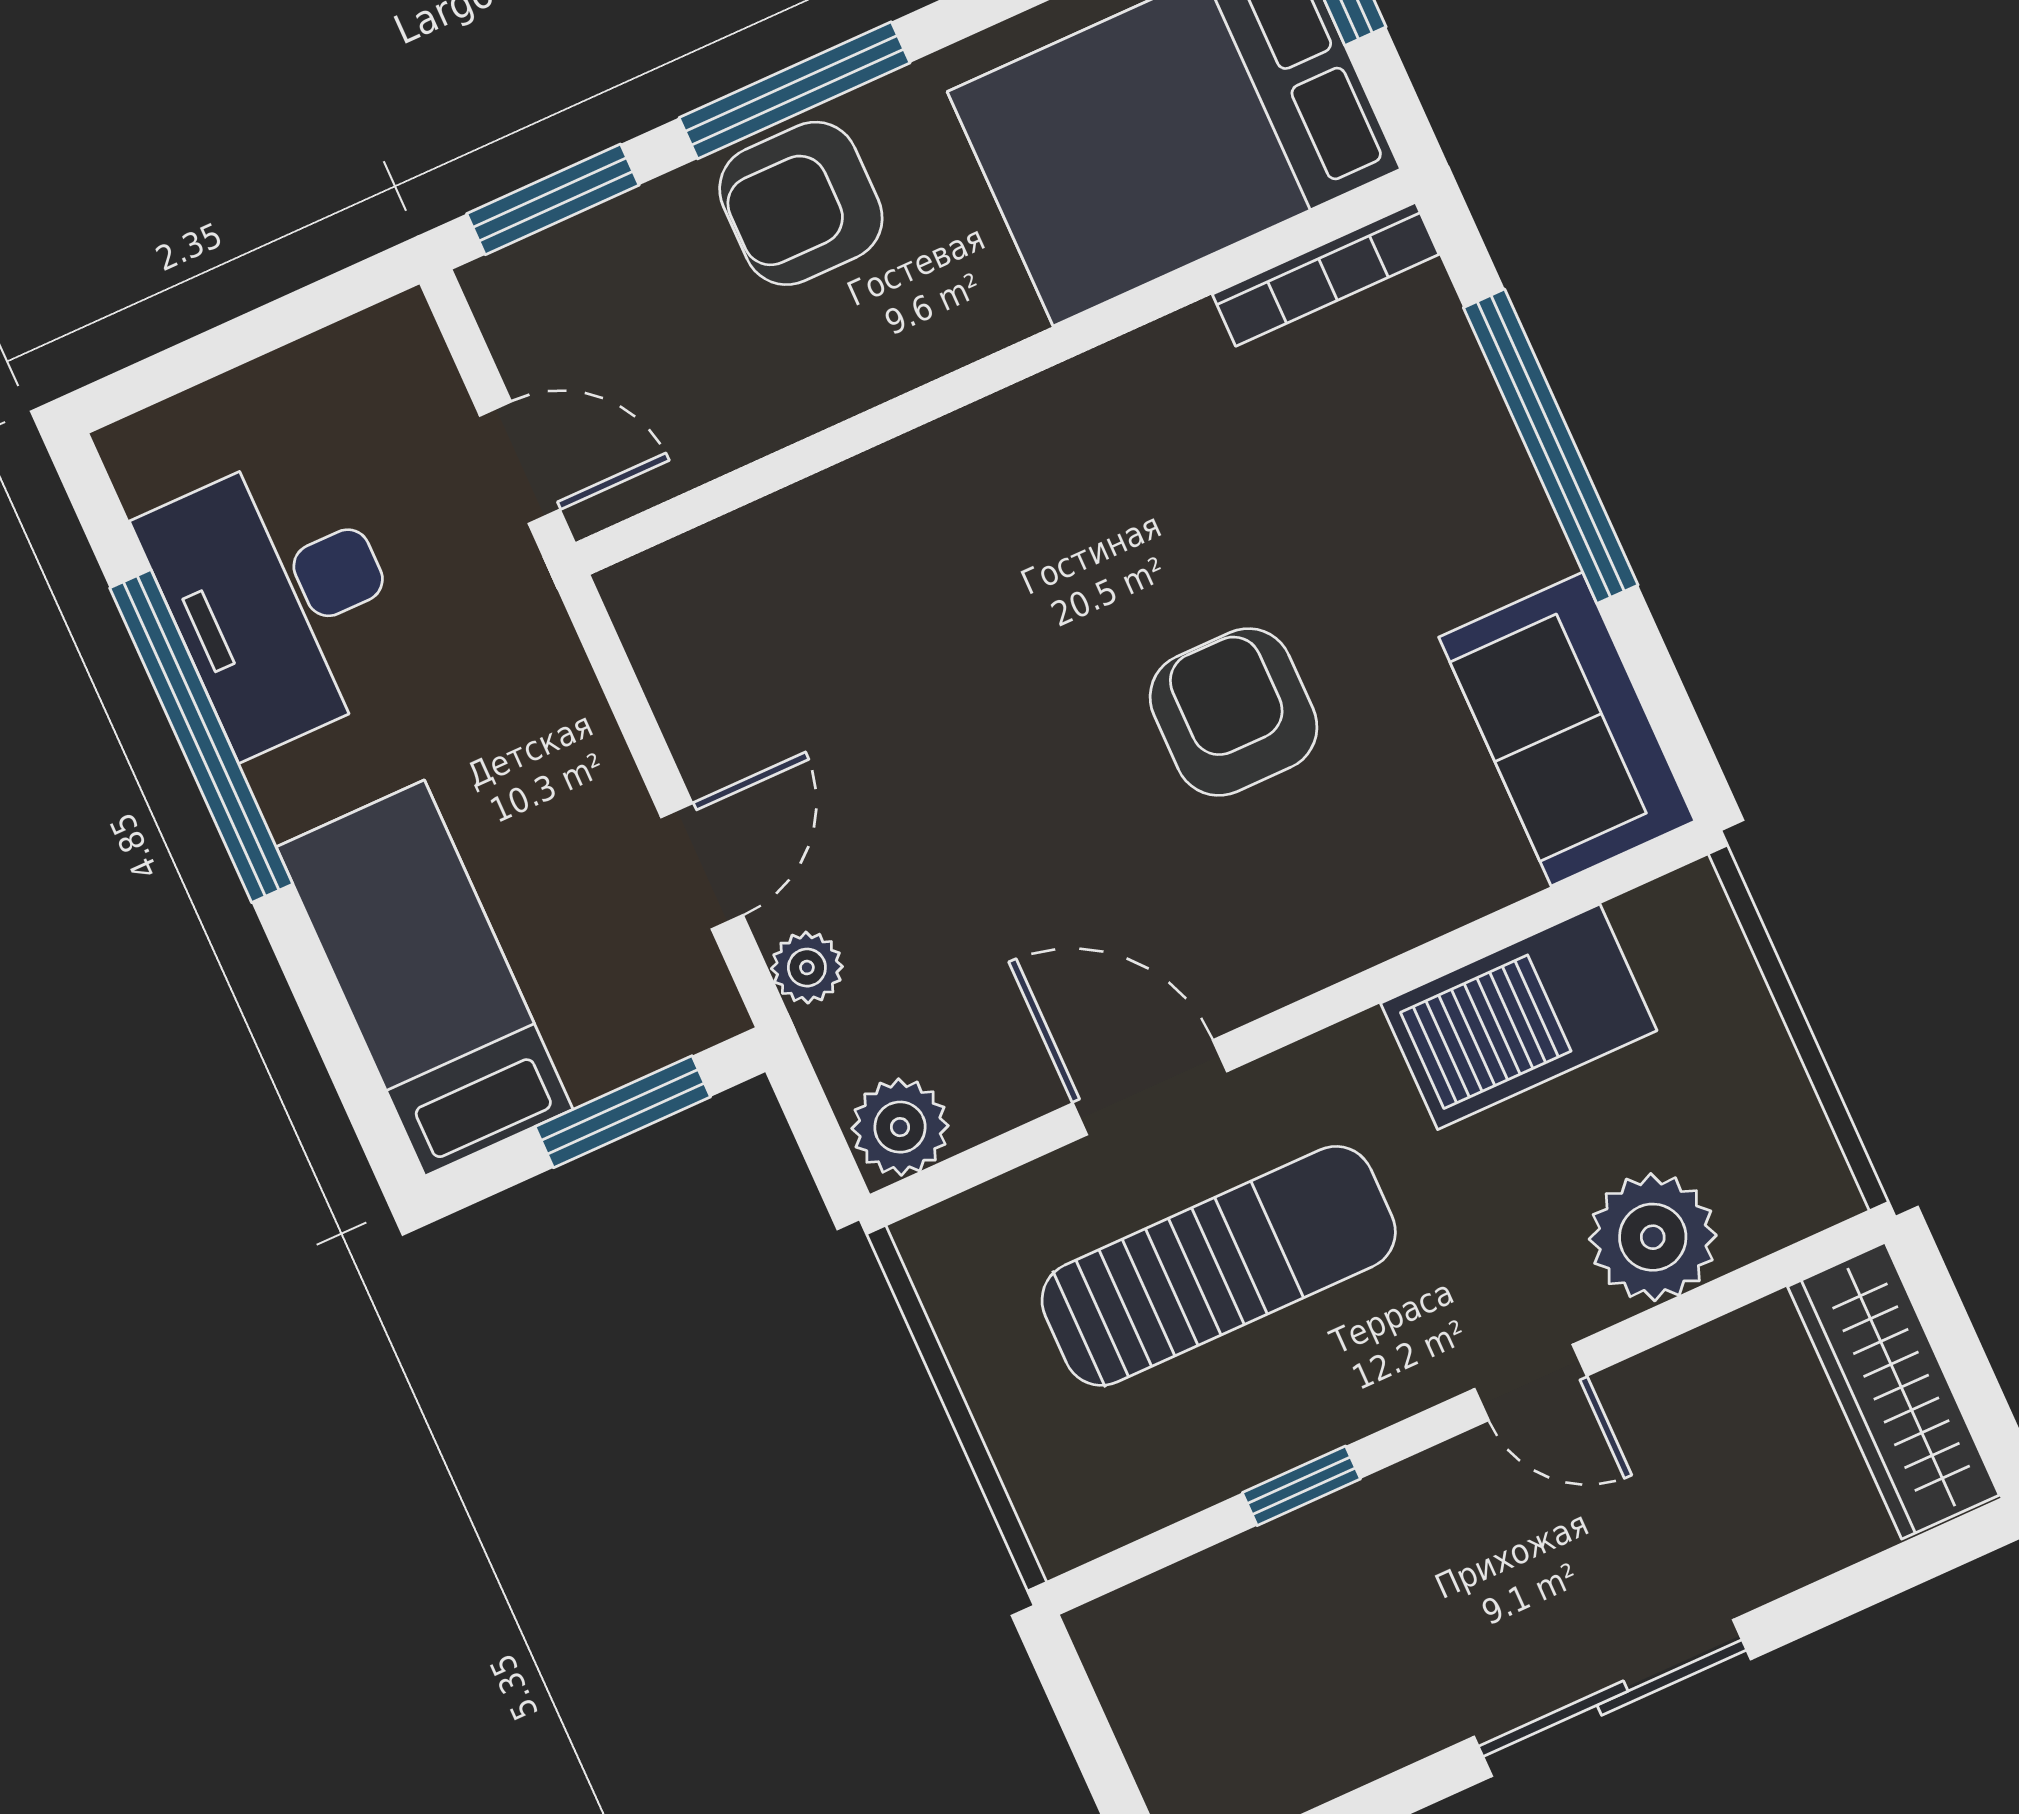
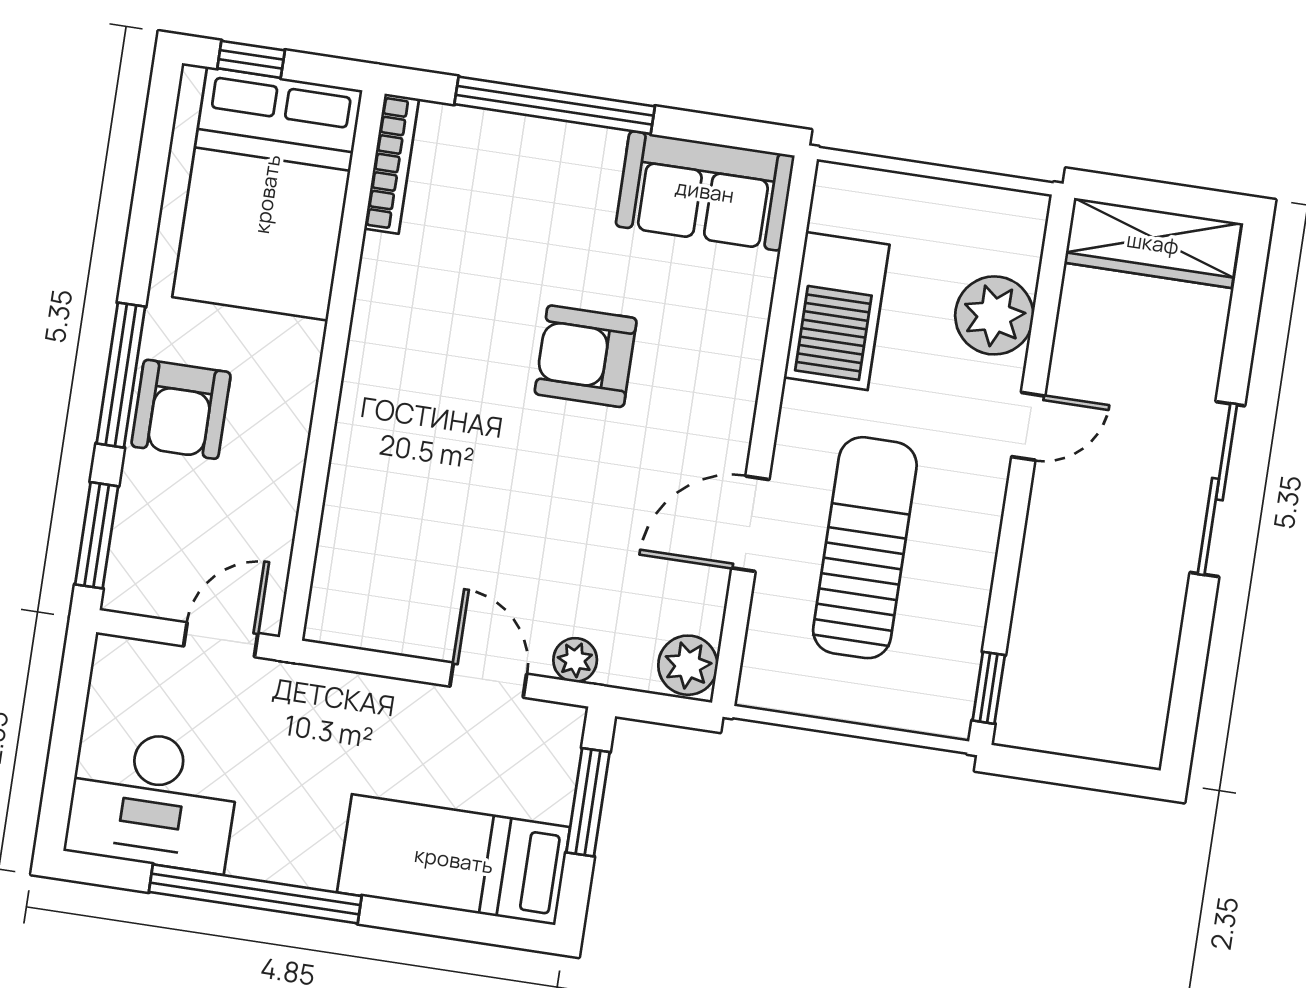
desk: (279, 599) -> (153, 800), moved
window: (1301, 1486) -> (989, 688), moved

